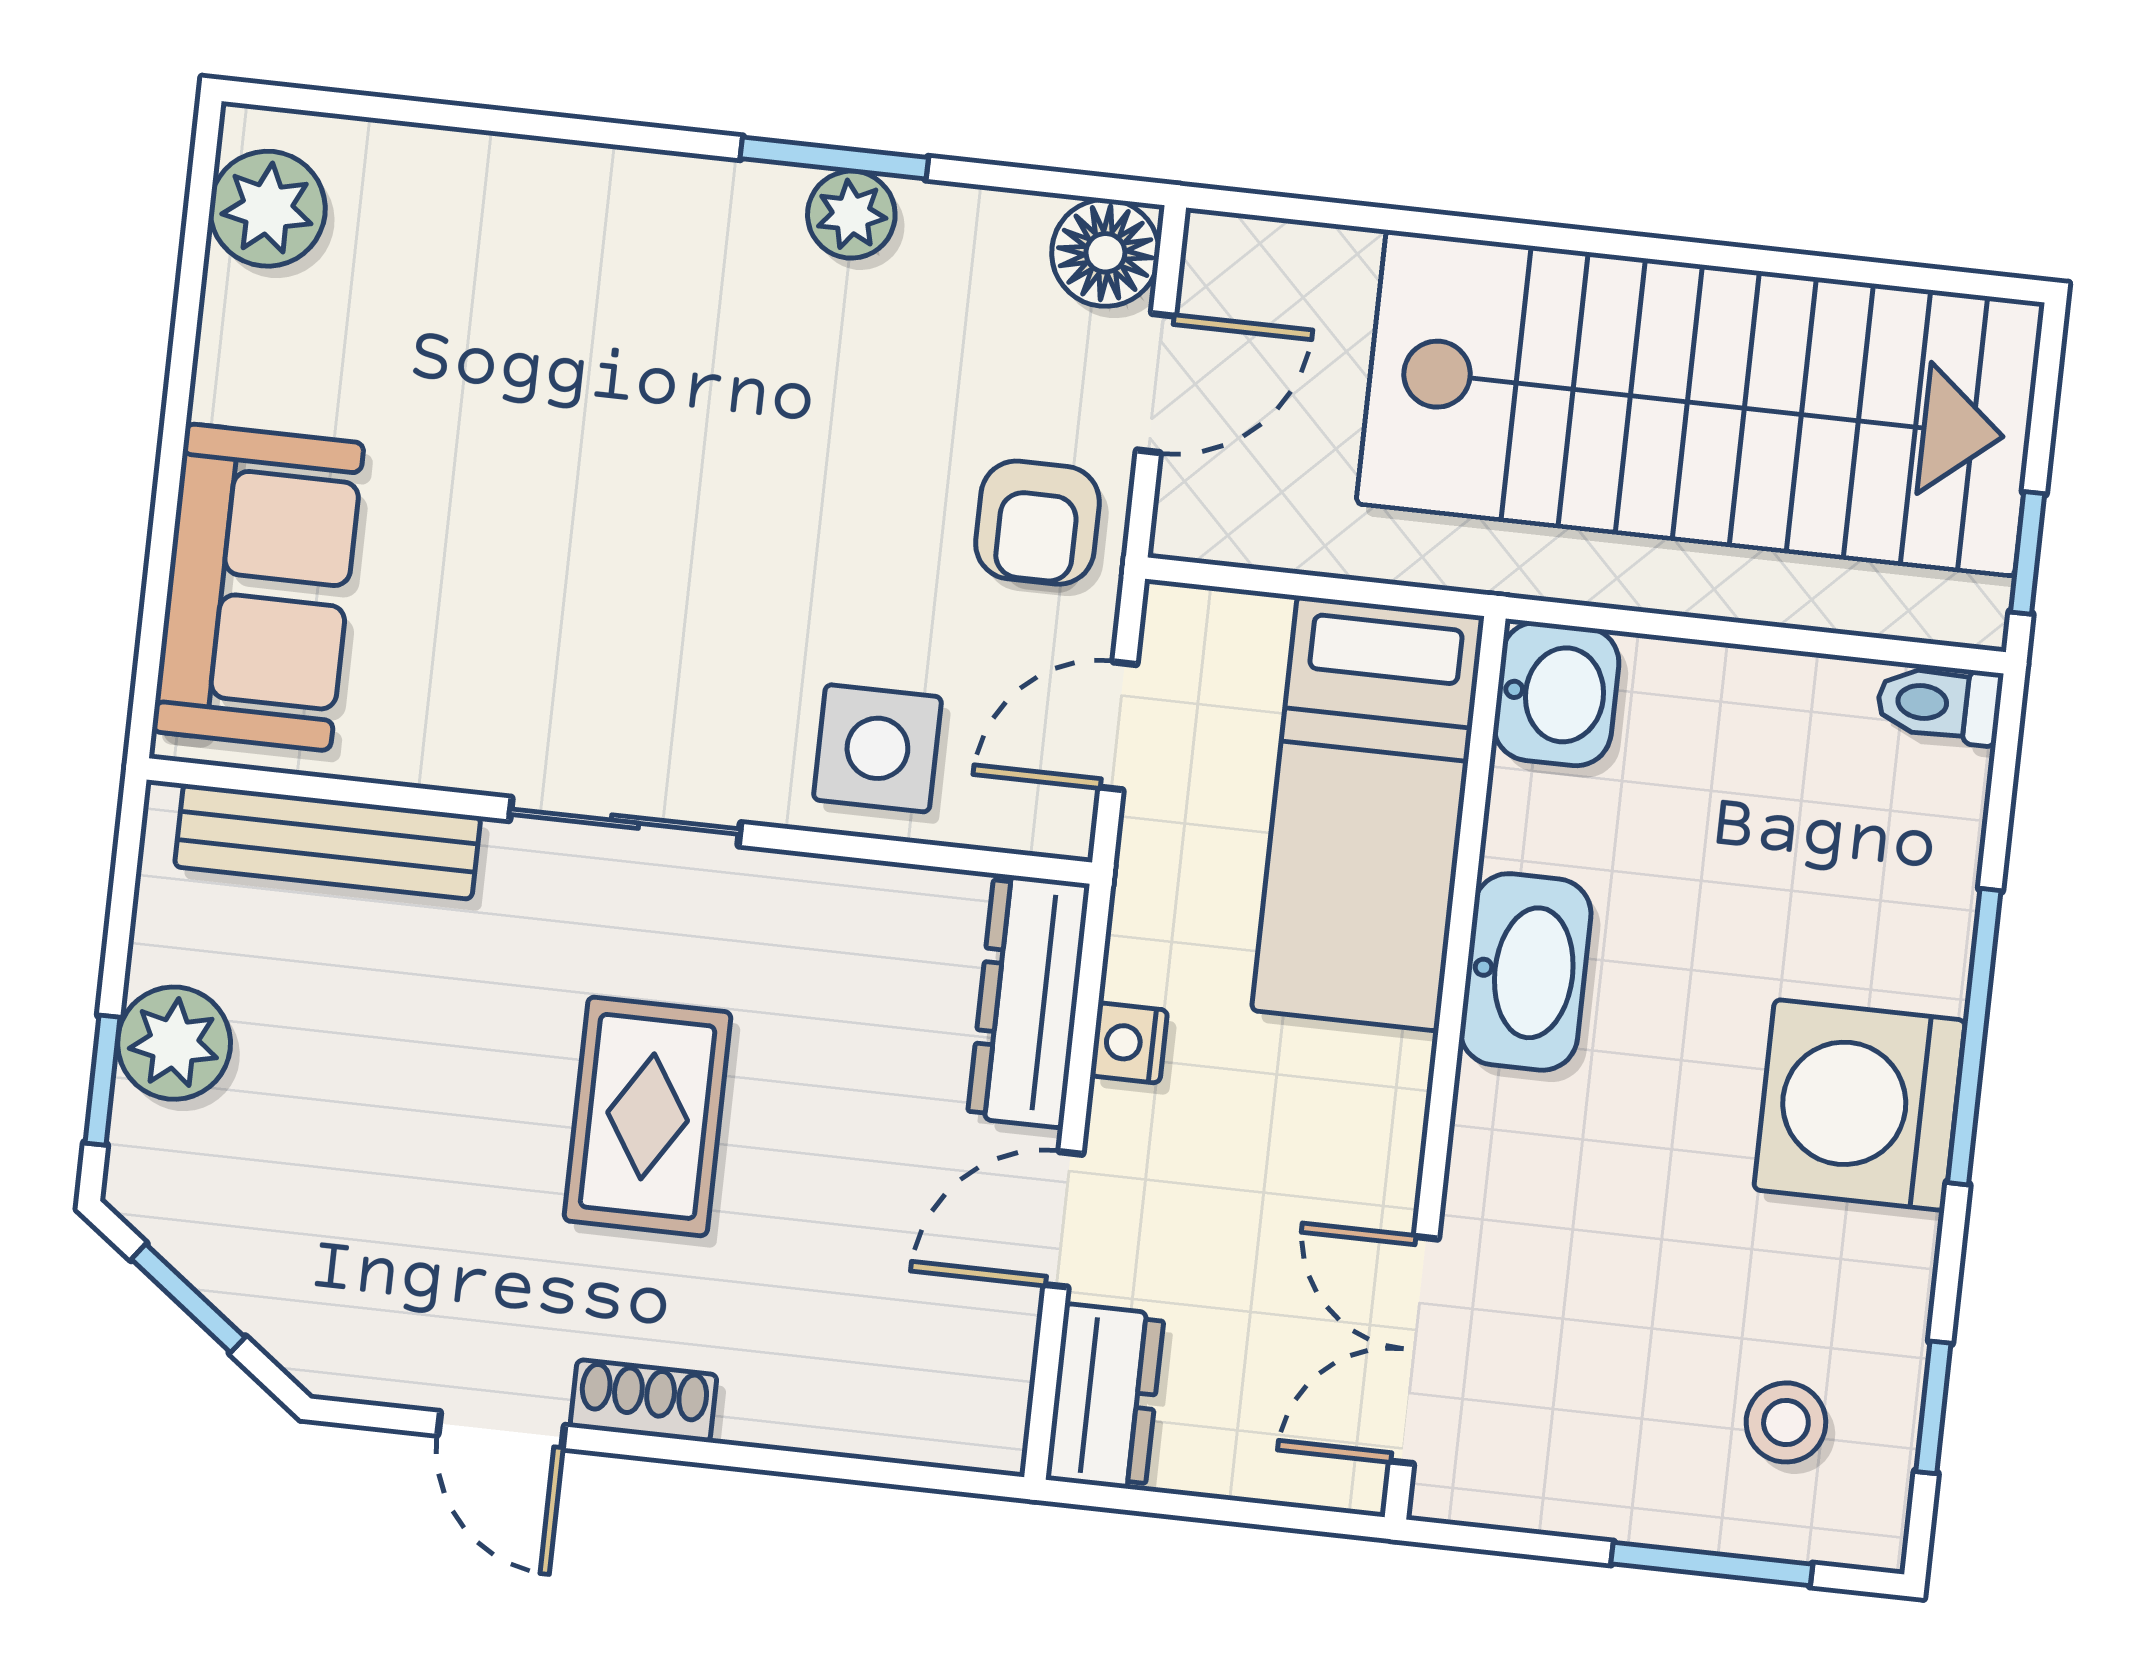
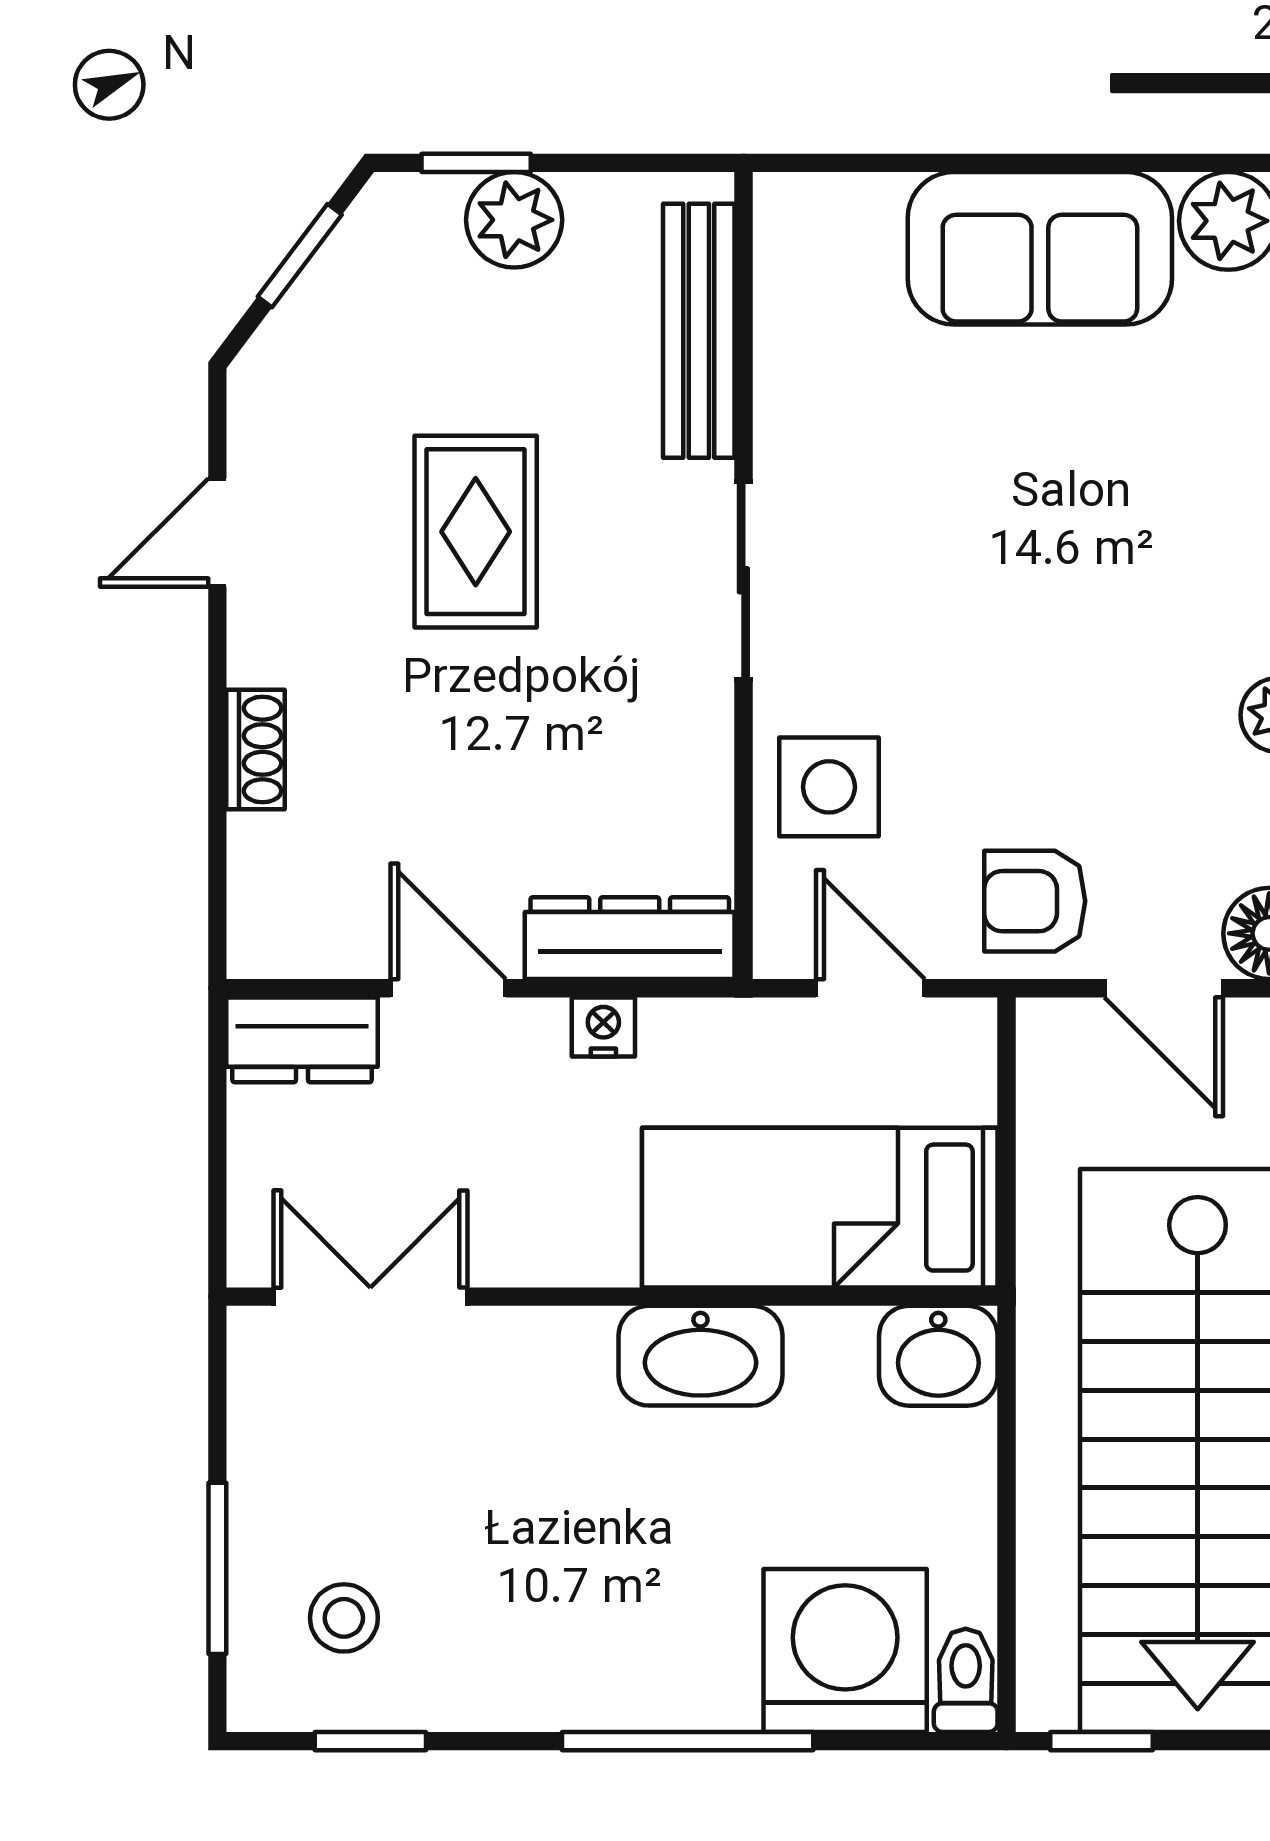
sofa: (258, 587) -> (1040, 248), moved
washing machine: (1860, 1105) -> (845, 1650), moved
rug: (648, 1116) -> (476, 532), moved, turned 90
shoe rack: (644, 1401) -> (256, 750), moved

